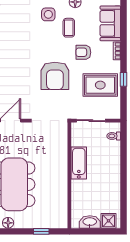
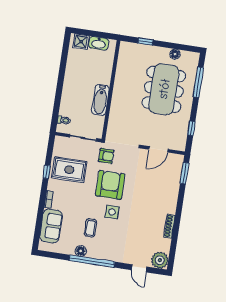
side table: (48, 14) -> (112, 212), moved
armchair: (83, 52) -> (106, 156), moved

